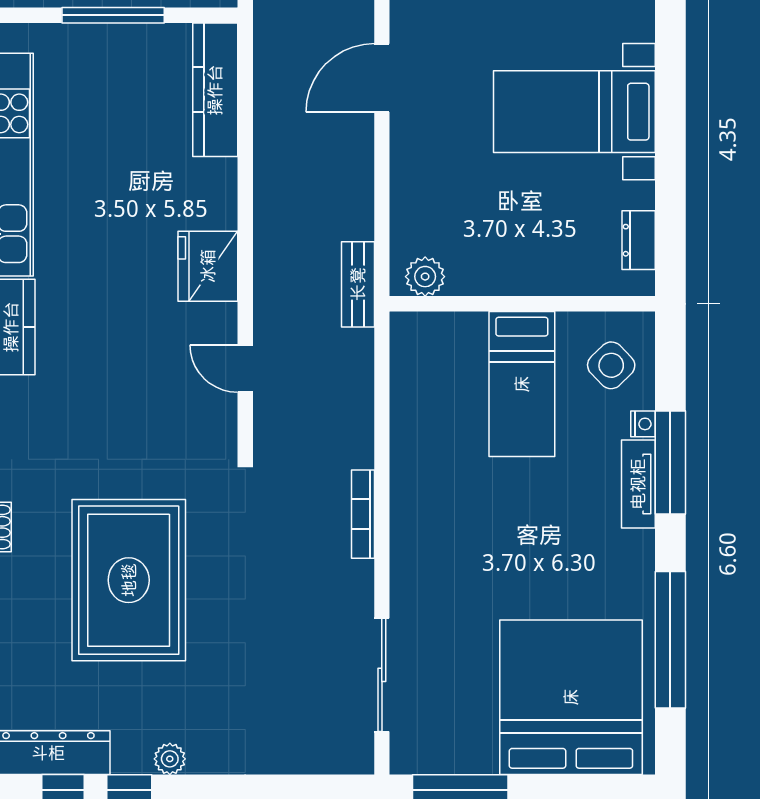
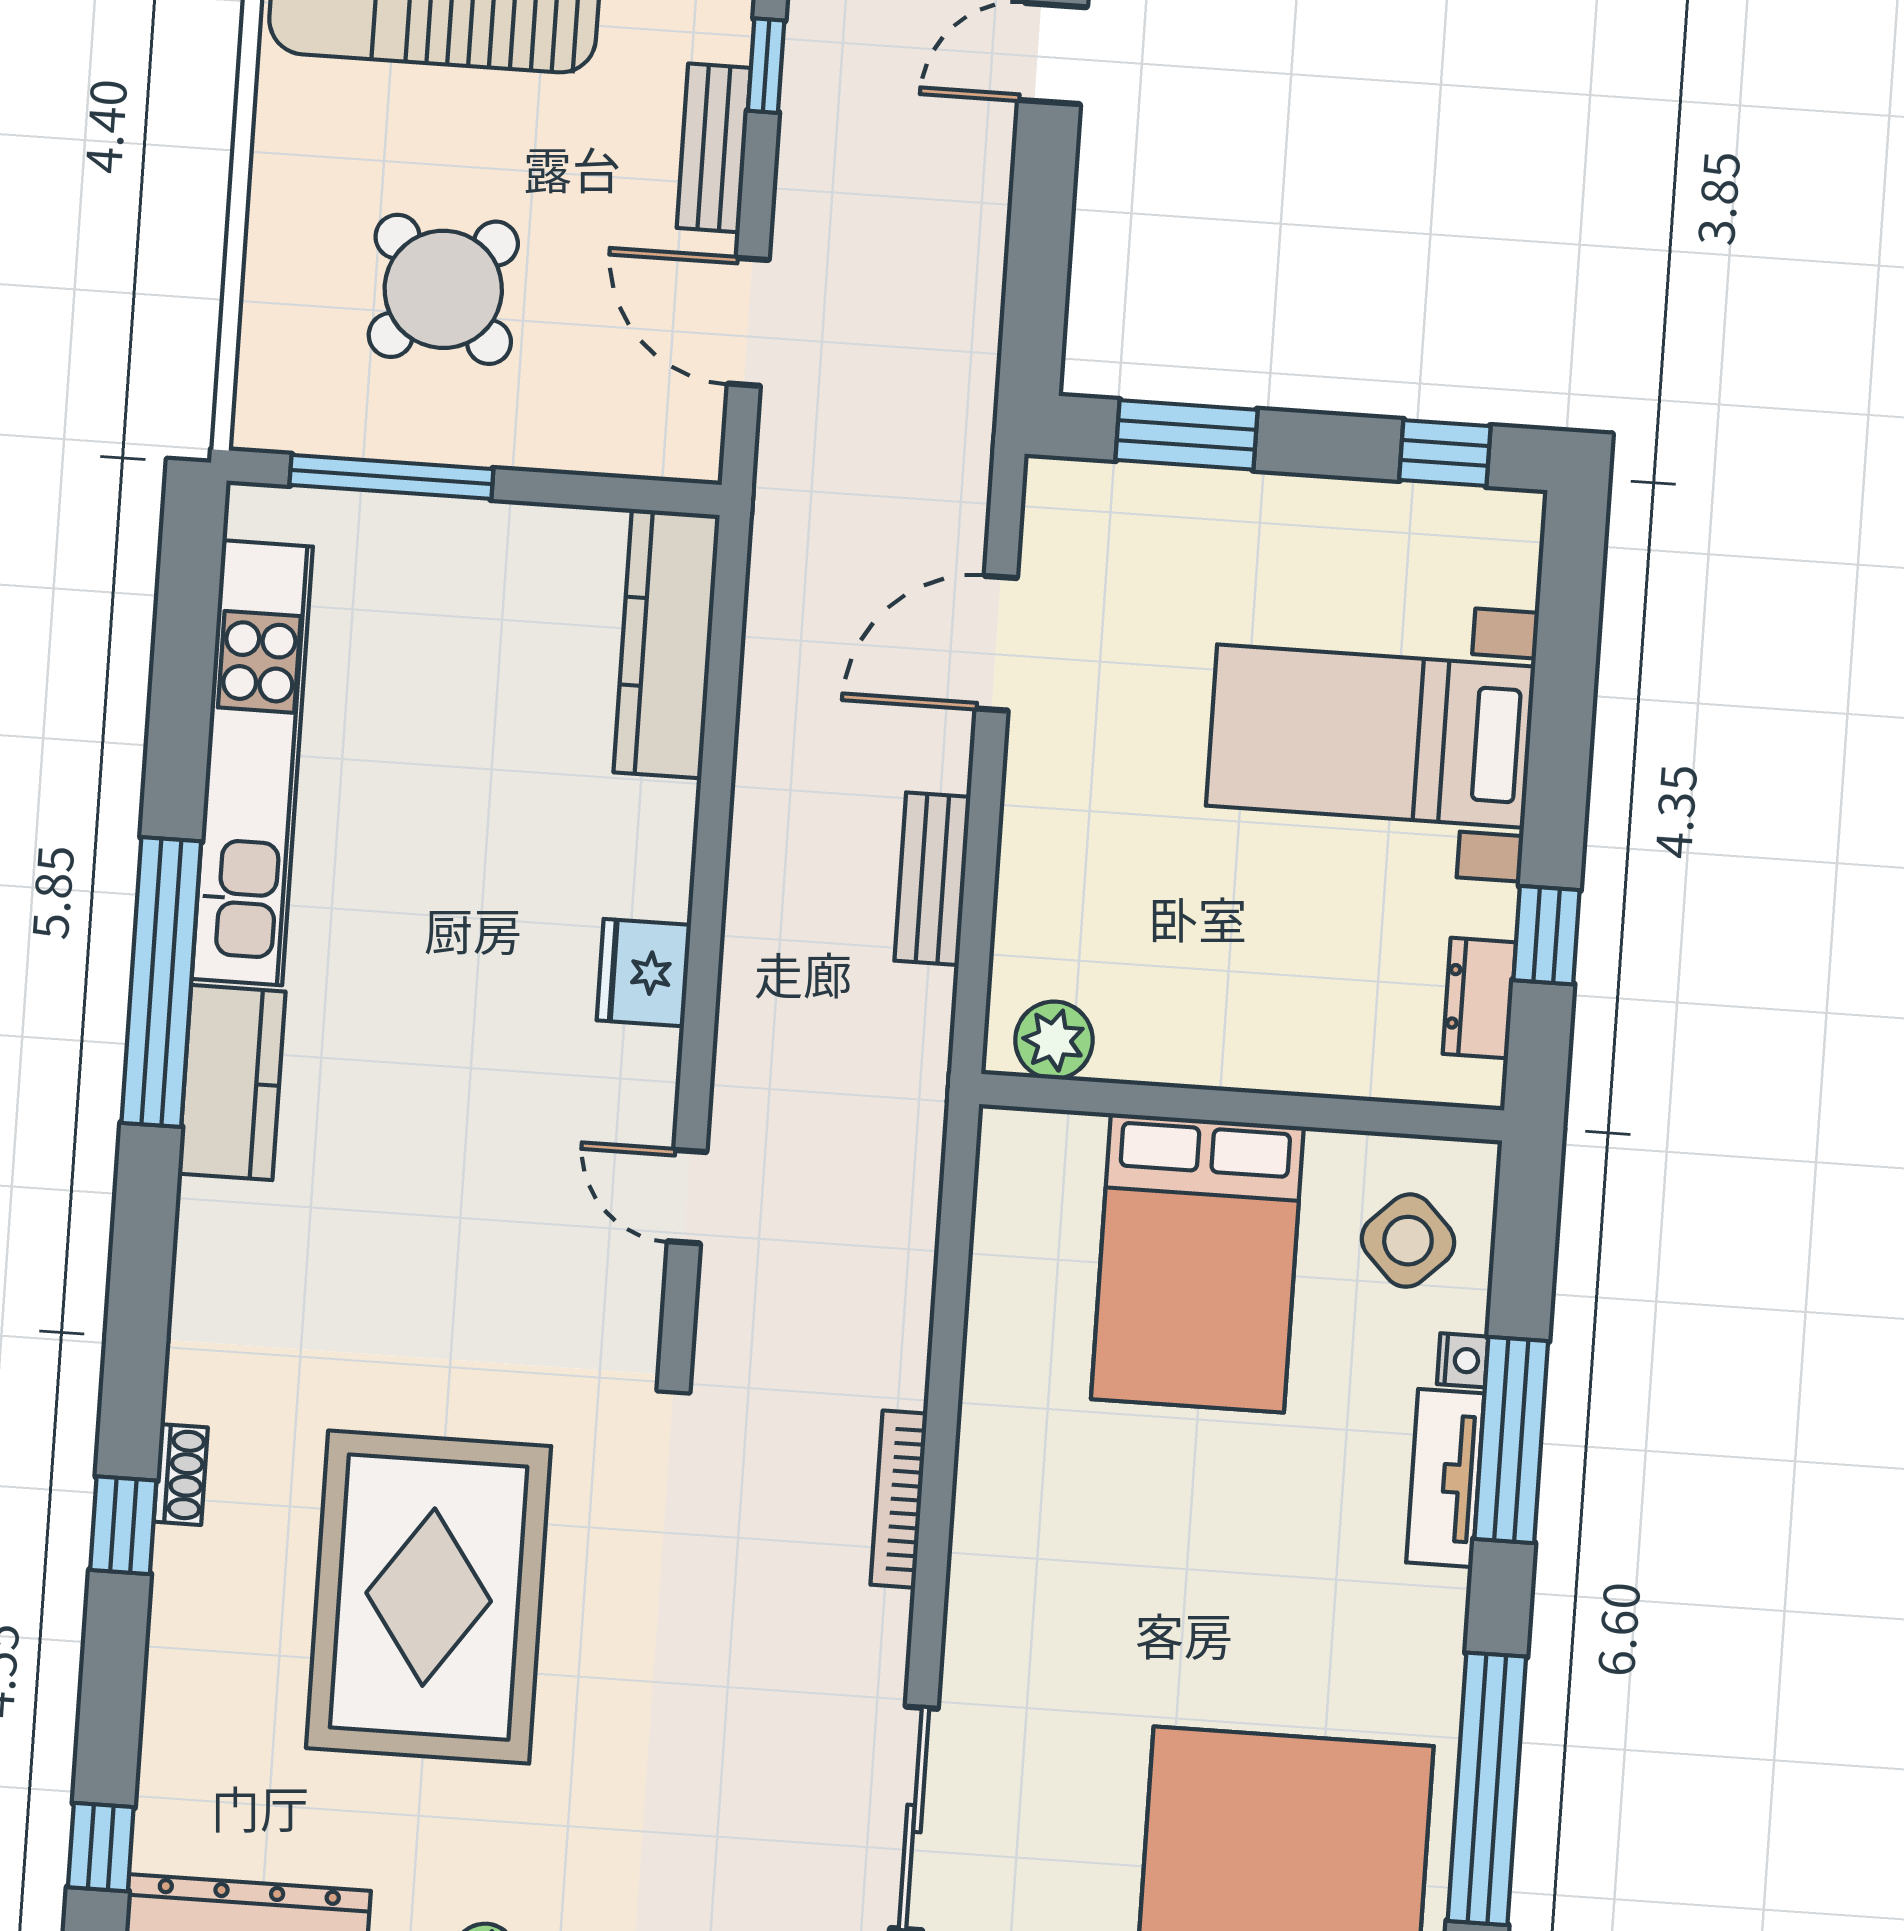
window: (113, 15) -> (391, 477), moved
window: (670, 206) -> (1547, 935), added
fridge: (208, 266) -> (644, 973), width x0.73, depth x0.75
bench: (358, 284) -> (932, 879), moved
bed: (522, 384) -> (1197, 1263), width x1.50

